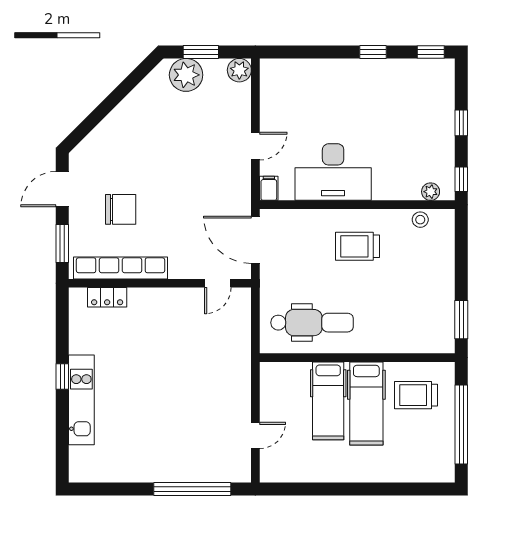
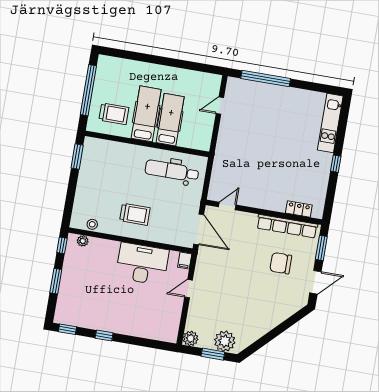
window: (461, 123) -> (56, 281), width x1.50
kitchen unit: (81, 400) -> (330, 123), moved

